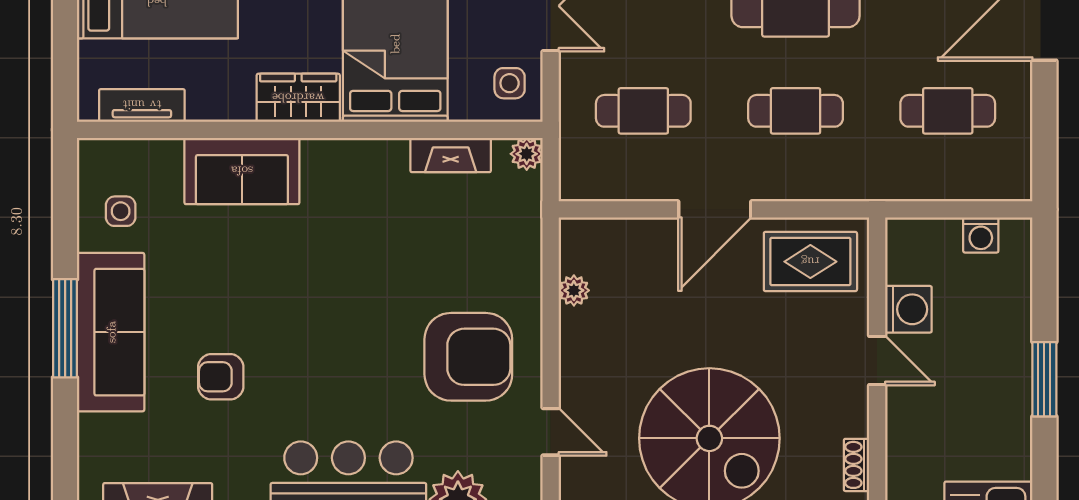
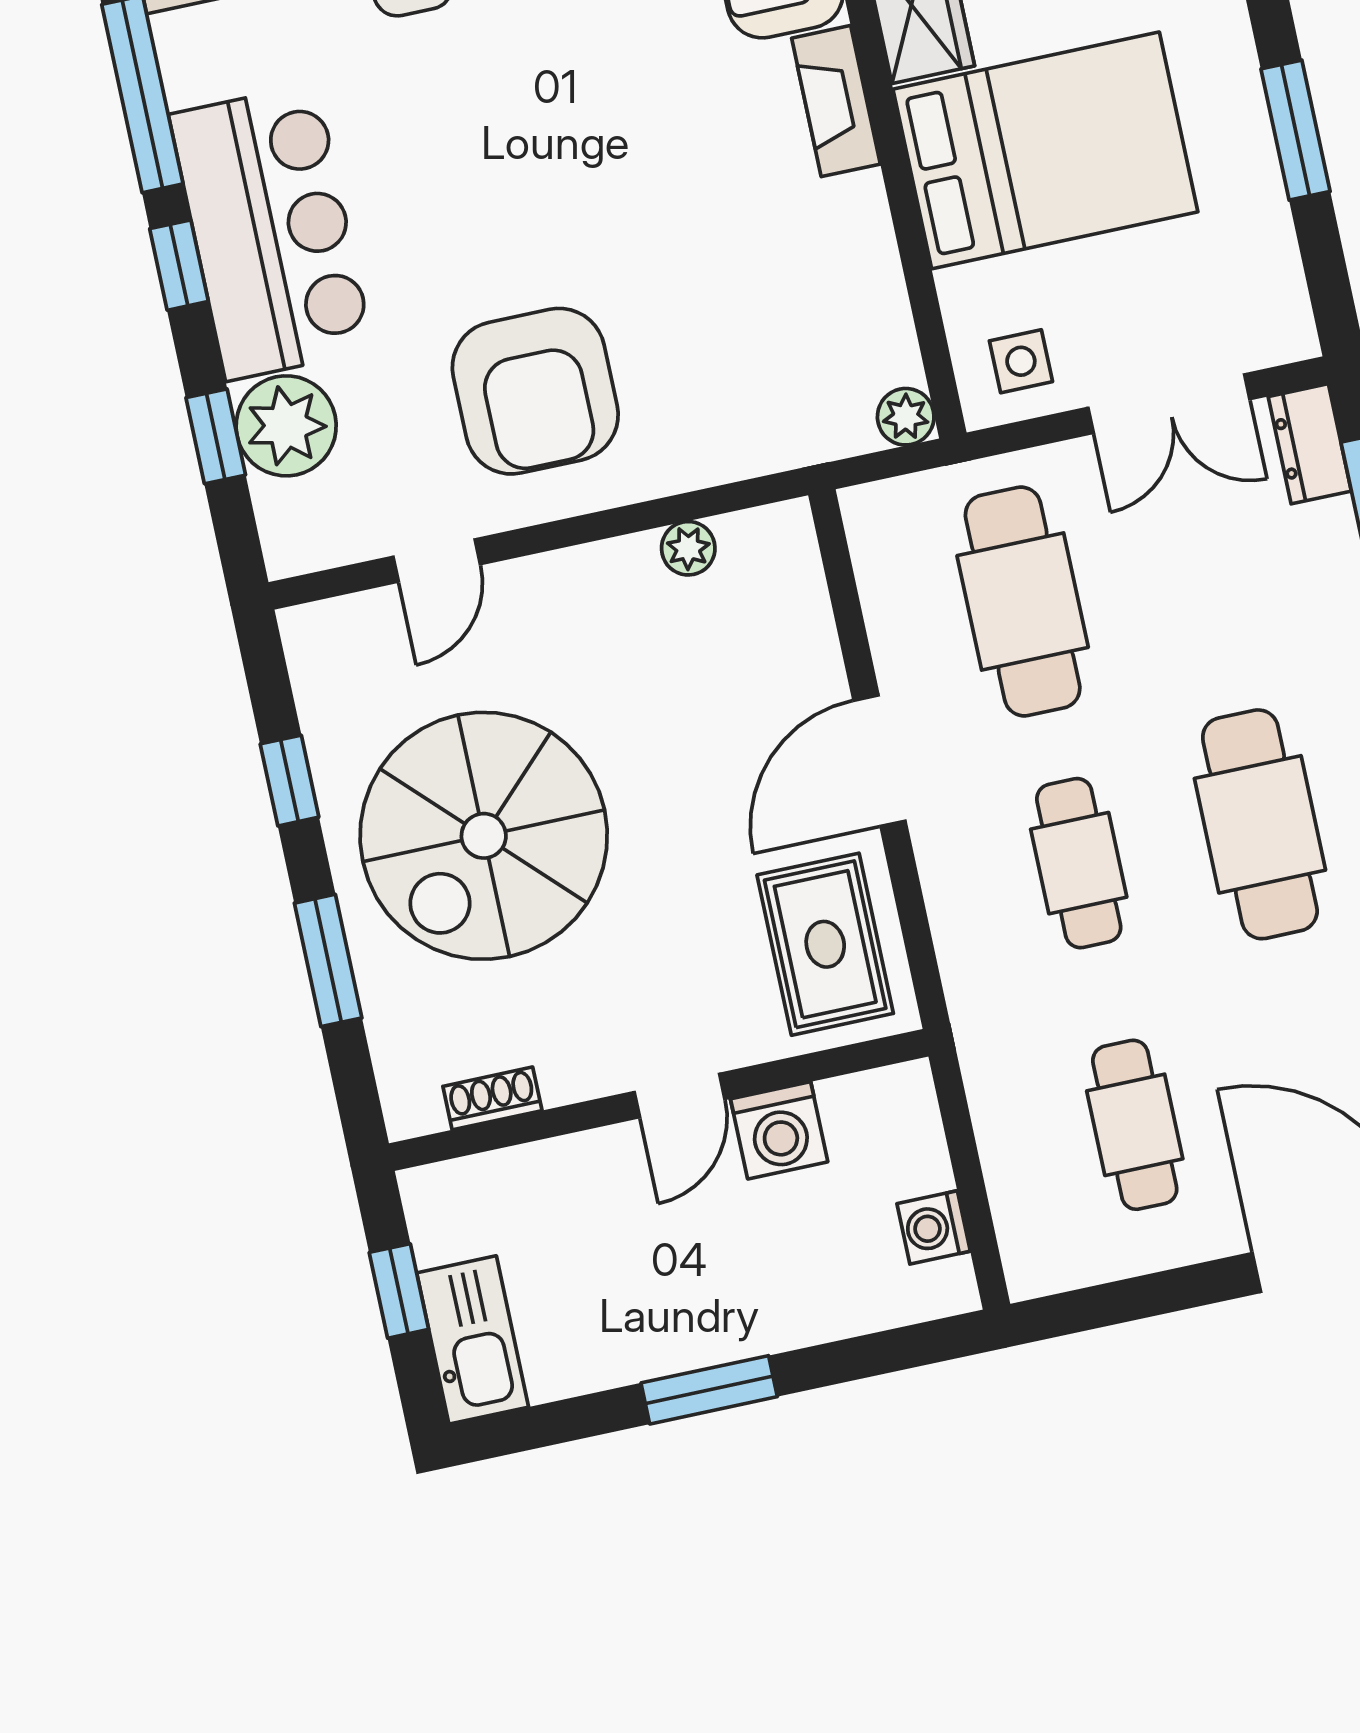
cafe table: (643, 111) -> (1023, 602), width x1.37, depth x1.35
fireplace: (451, 155) -> (836, 101), moved
door: (715, 209) -> (879, 761), hinge flipped

